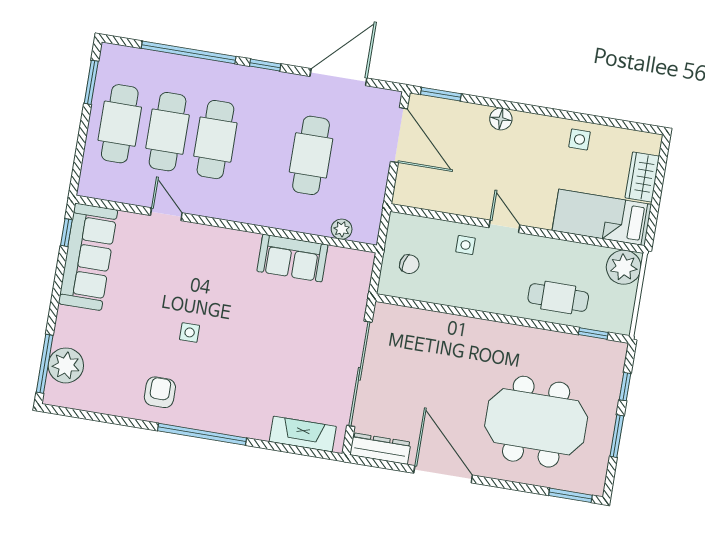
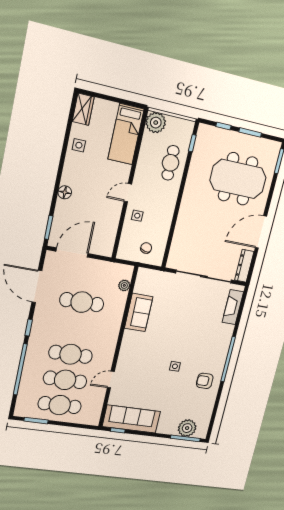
wardrobe: (642, 177) -> (83, 109), moved, turned -90
meeting table: (536, 422) -> (238, 179), turned 90

